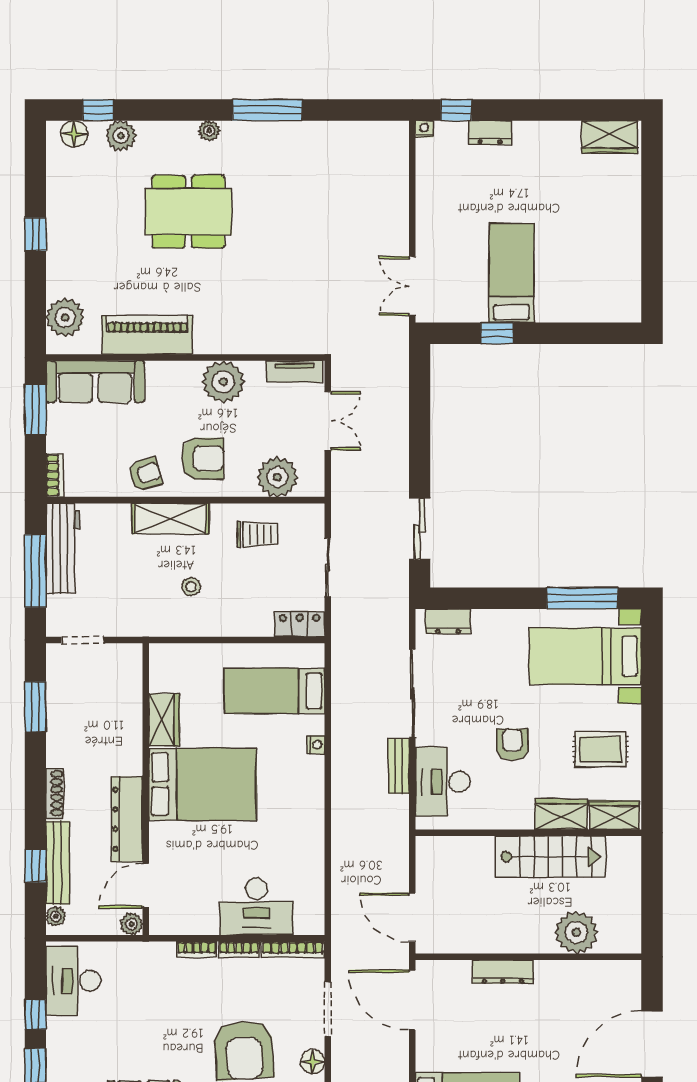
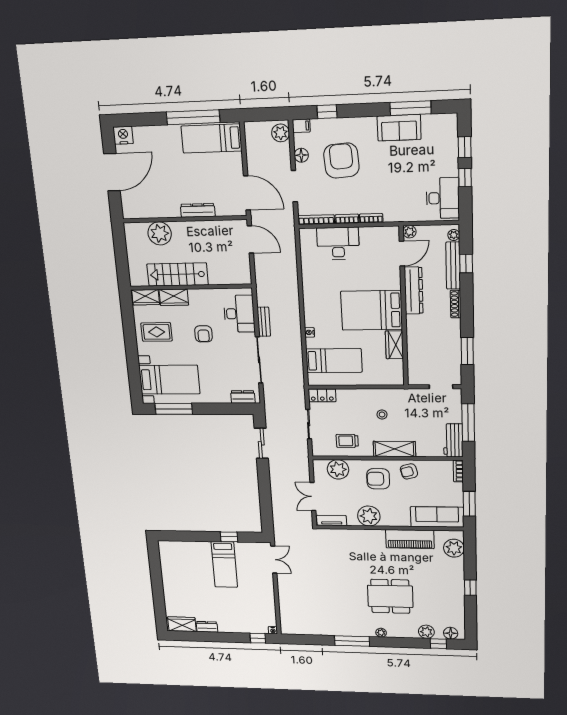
dresser: (490, 133) -> (207, 627), moved
workbench: (63, 548) -> (453, 440), width x0.73

